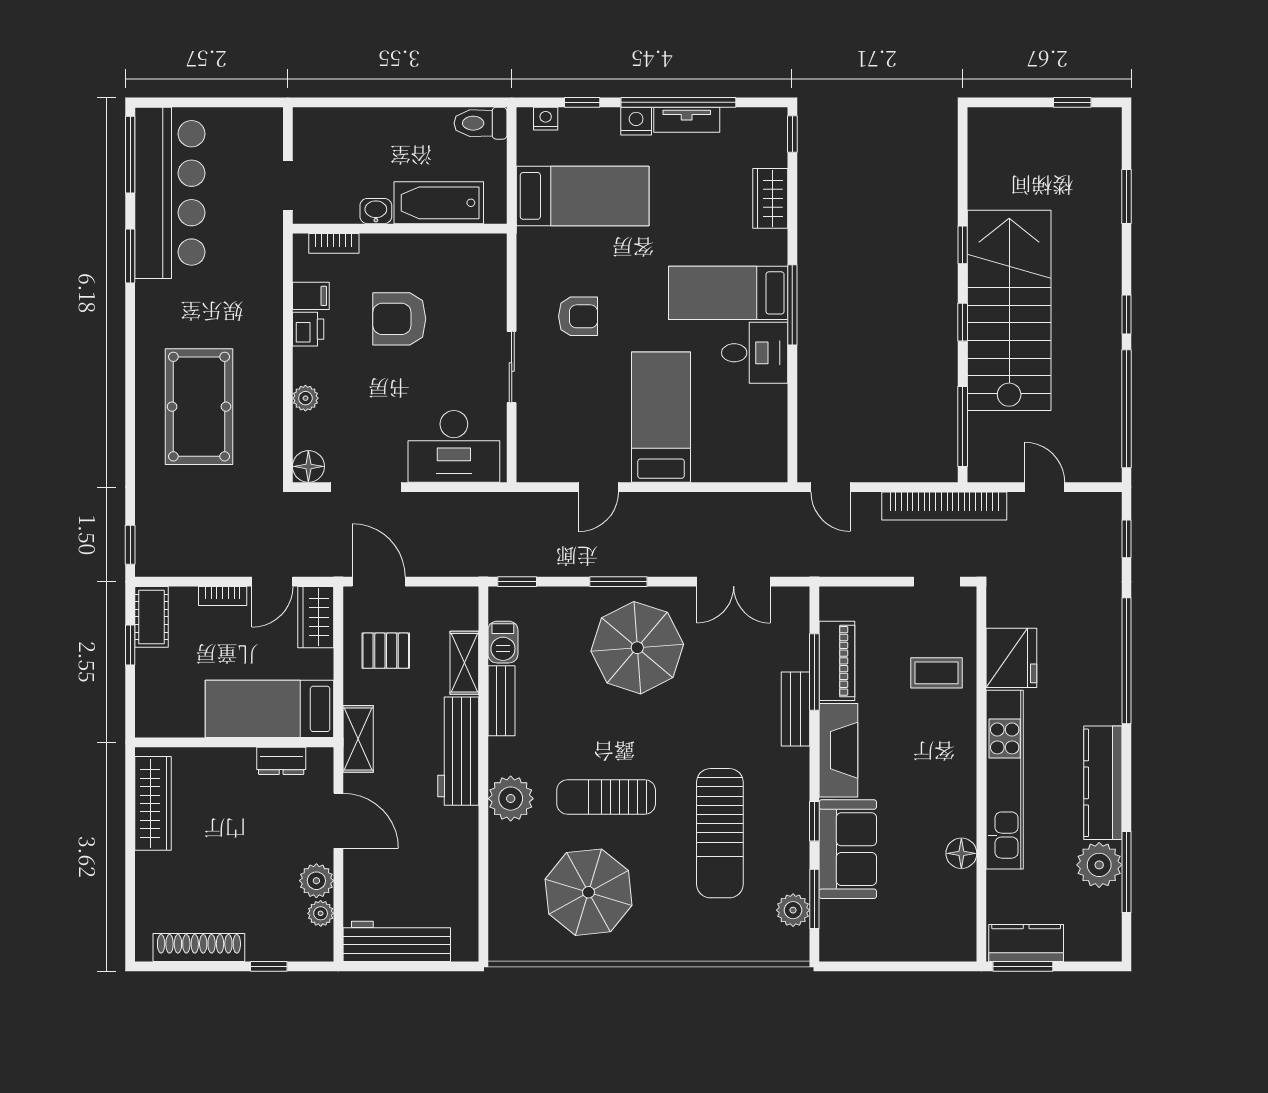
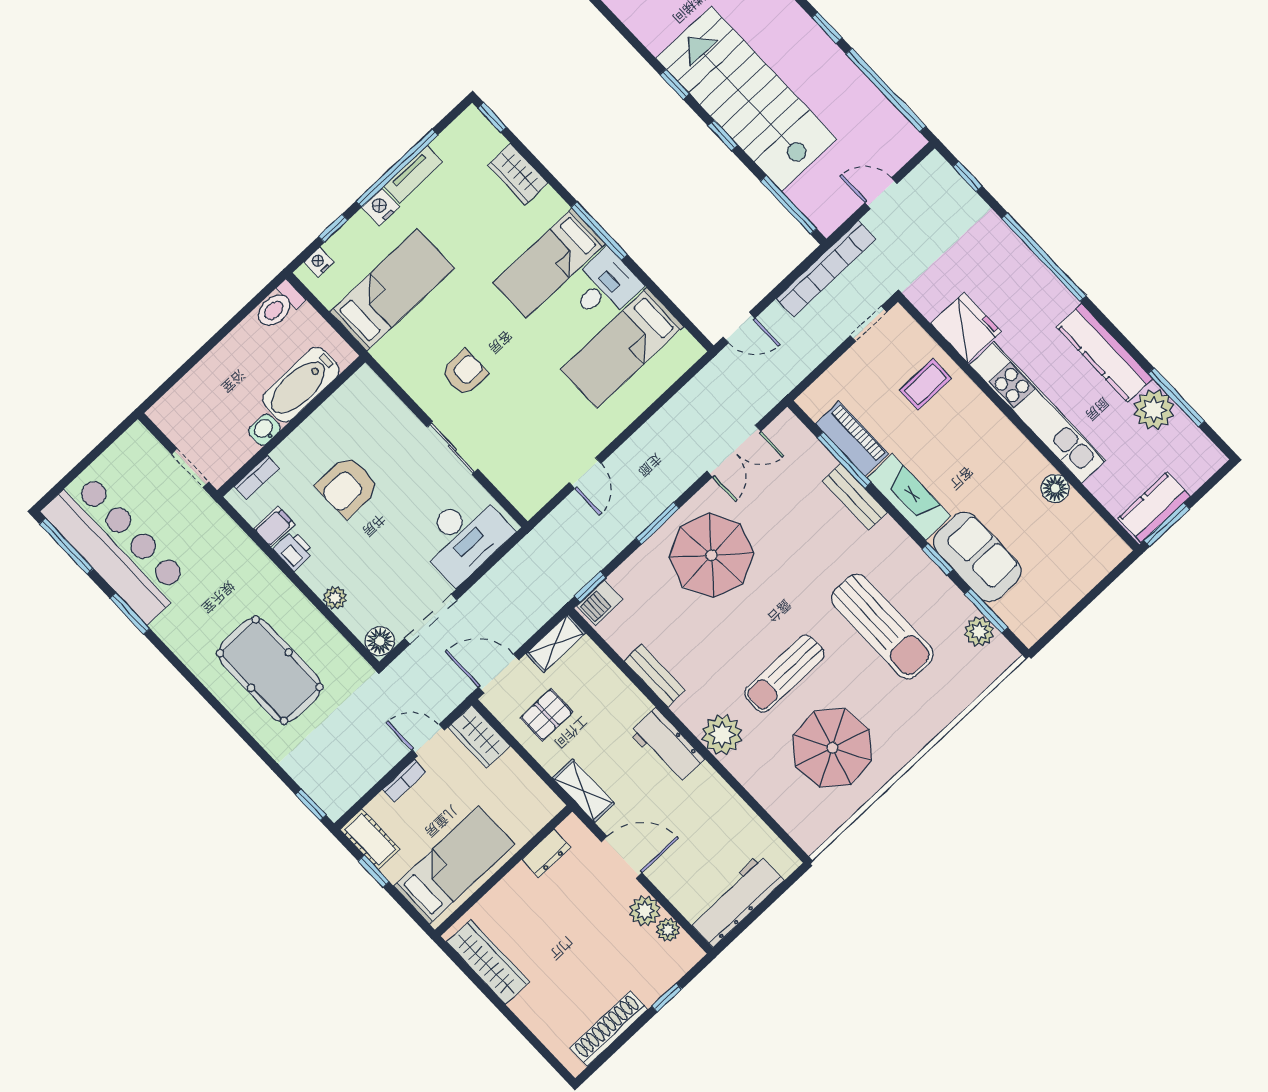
bed: (661, 417) -> (622, 348), moved, turned -90
door: (272, 582) -> (428, 740), swing flipped
barbecue: (503, 642) -> (600, 603), moved, turned 90
shelving: (464, 663) -> (556, 643), moved, turned 90
bed: (269, 709) -> (454, 865), moved, turned 180
workbench: (458, 751) -> (667, 746), width x0.73

